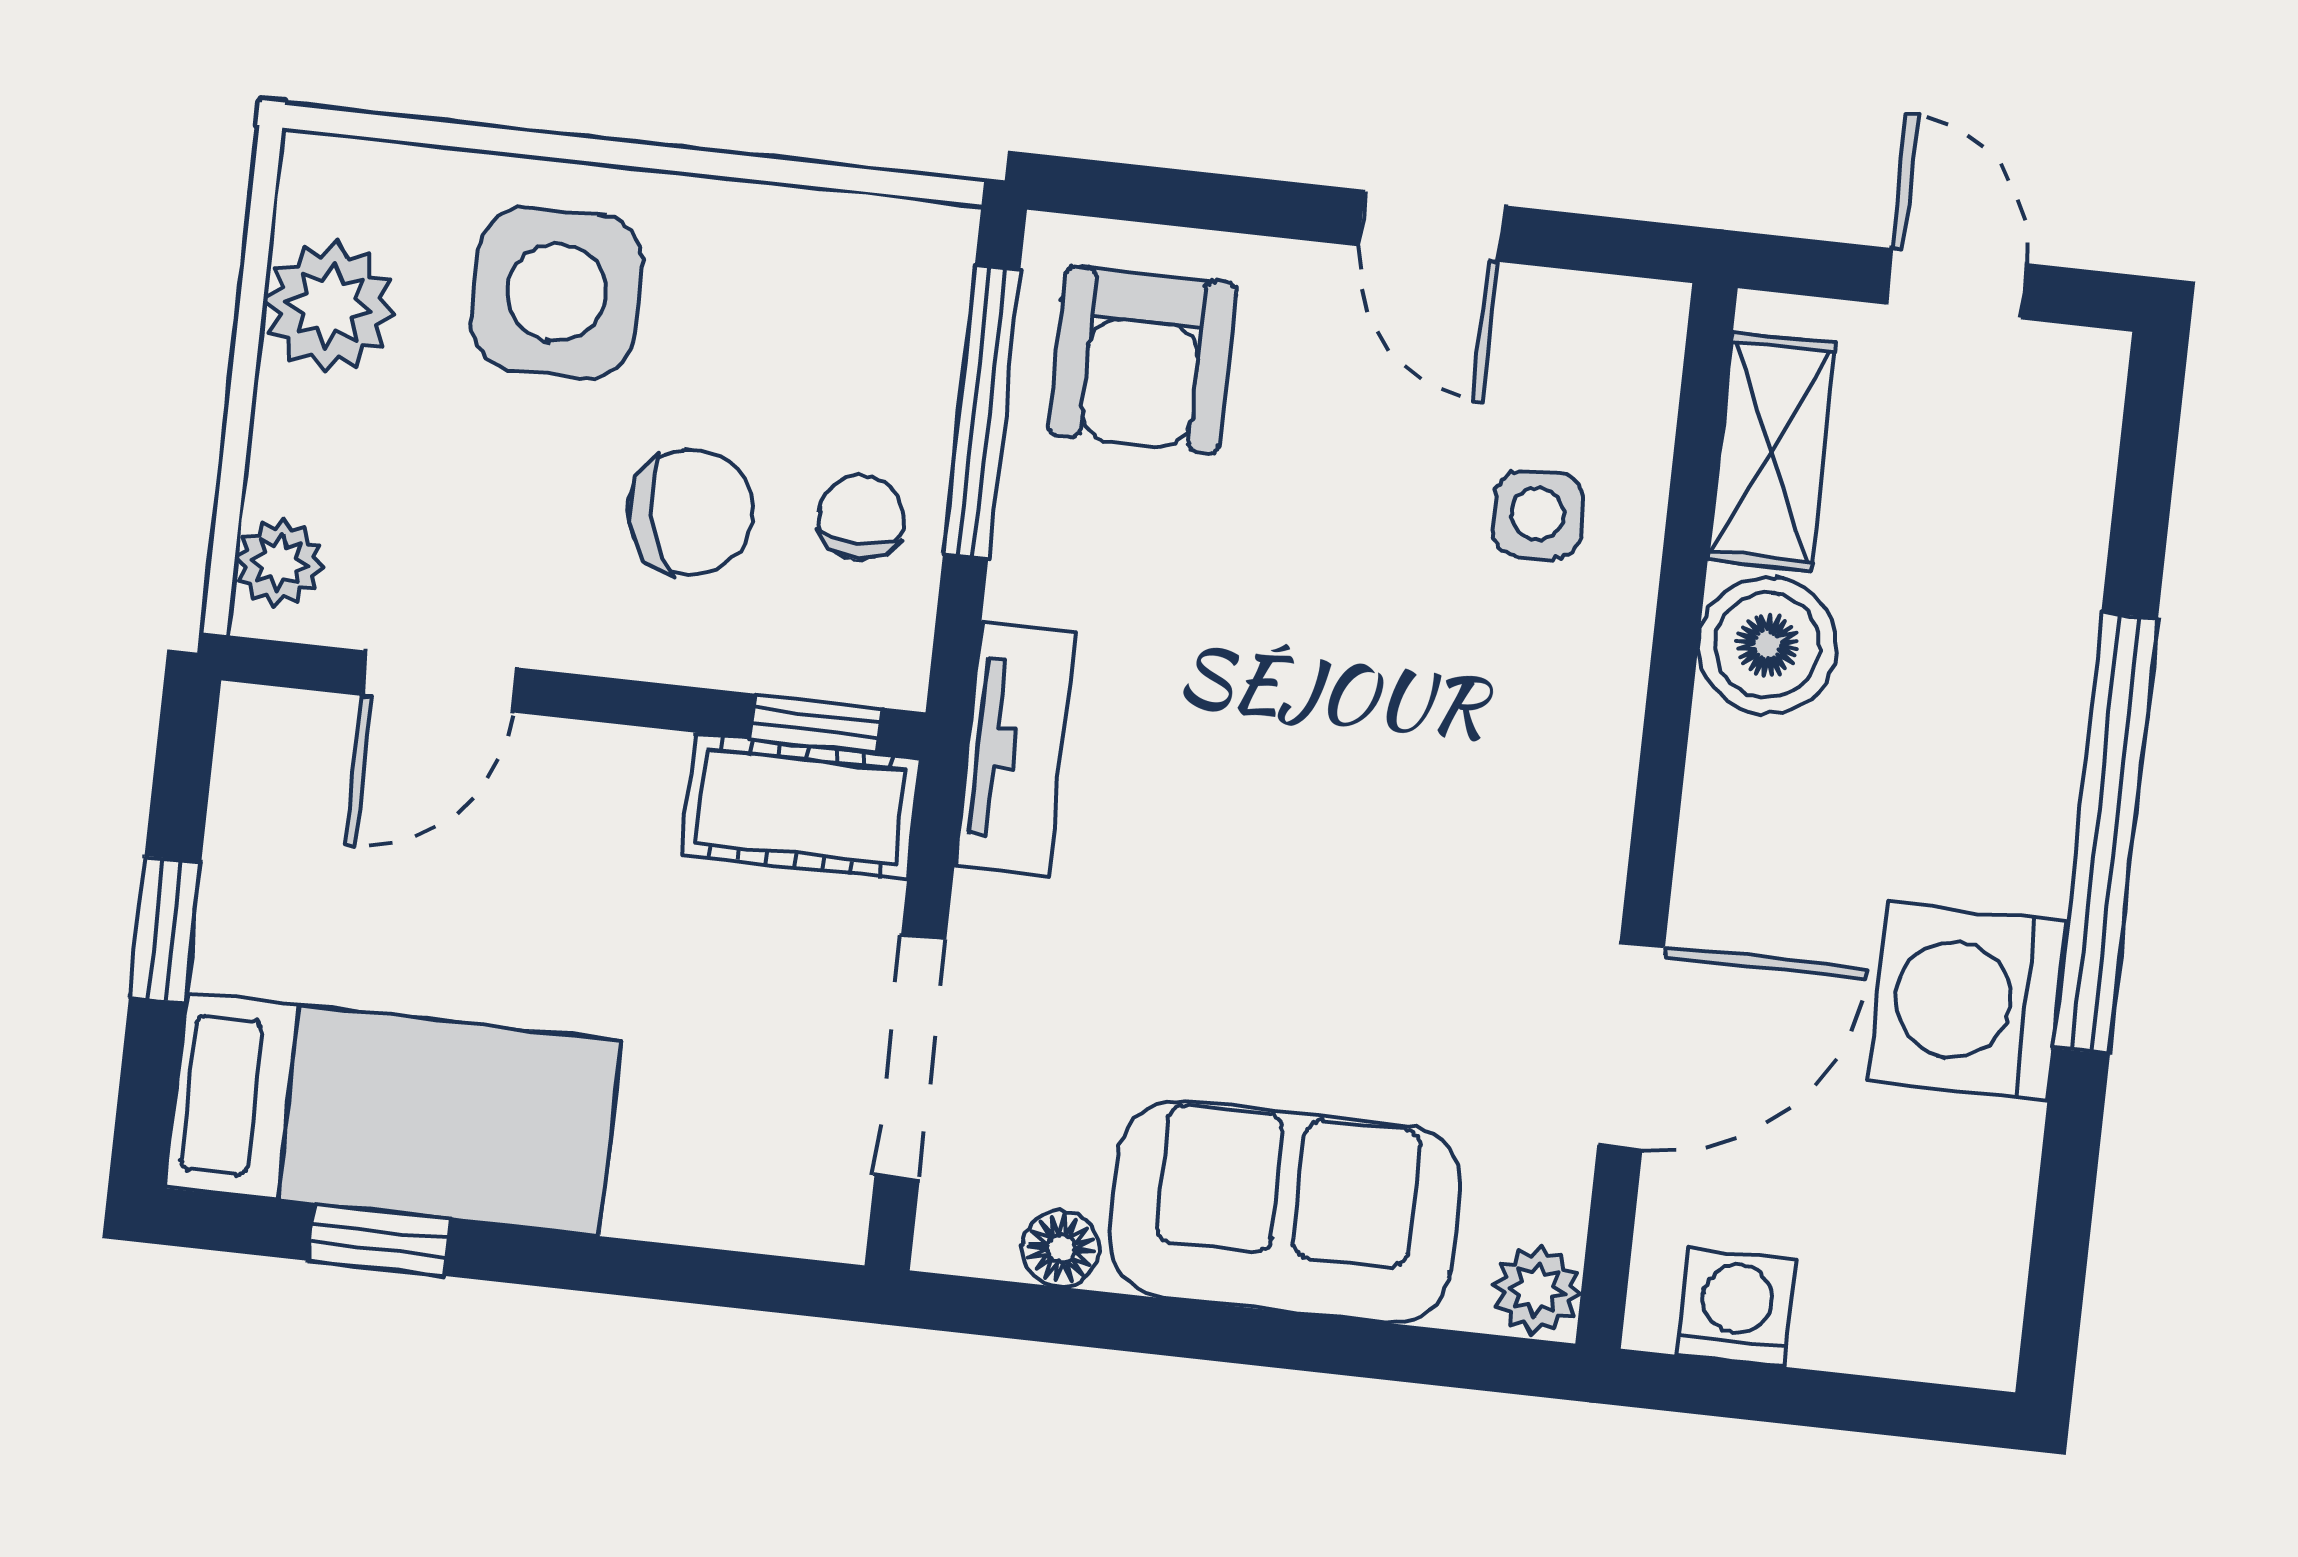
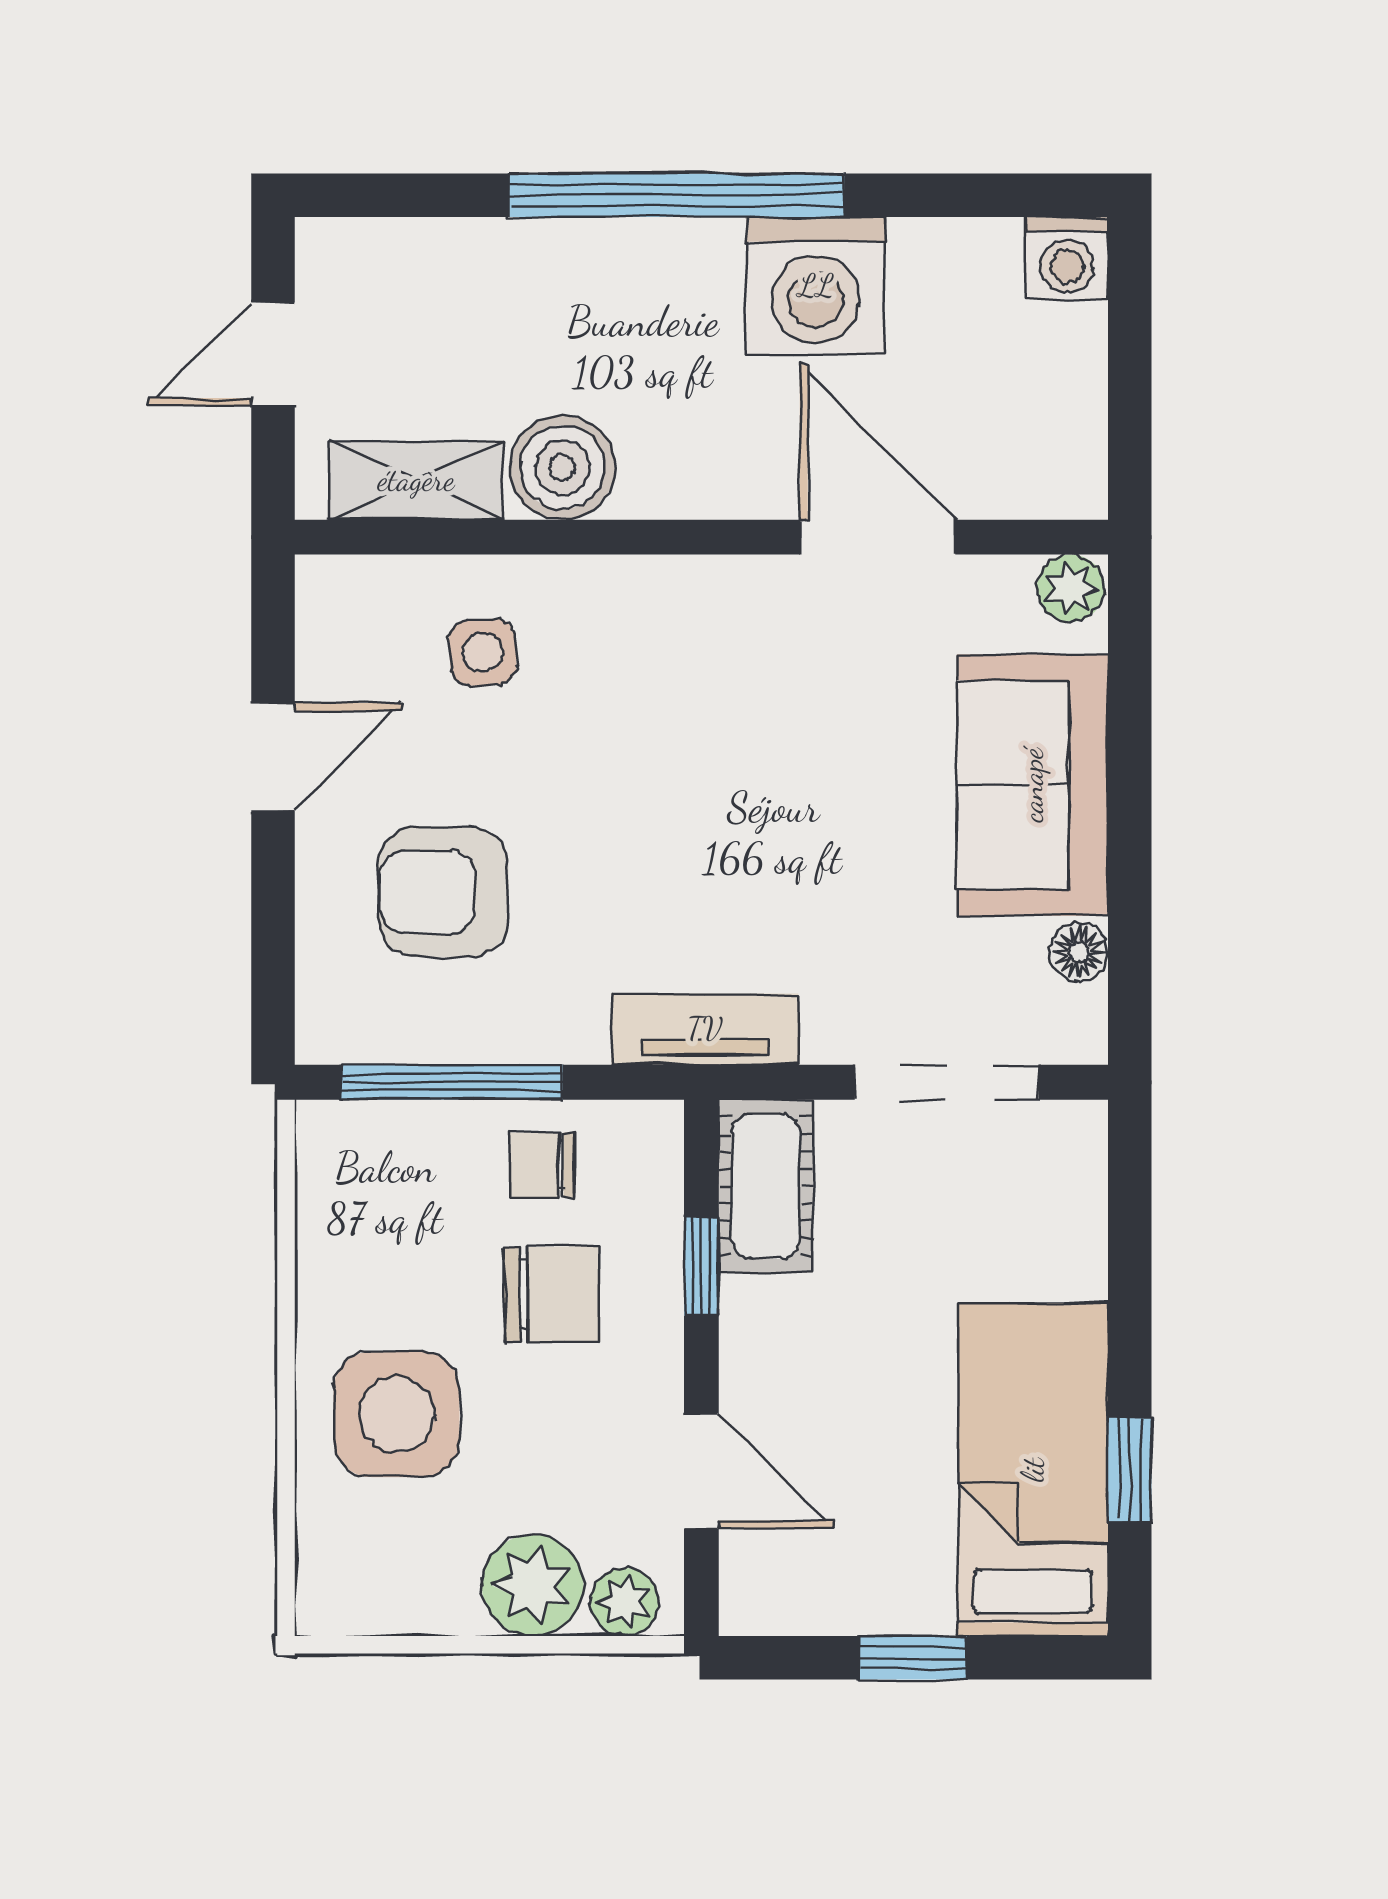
plant: (329, 307) -> (533, 1585), moved
armchair: (1143, 359) -> (443, 892), moved, turned 180
chair: (691, 512) -> (552, 1294), turned 102
window: (816, 723) -> (701, 1266), moved
washing machine: (1737, 1307) -> (1067, 258), moved, turned -90

